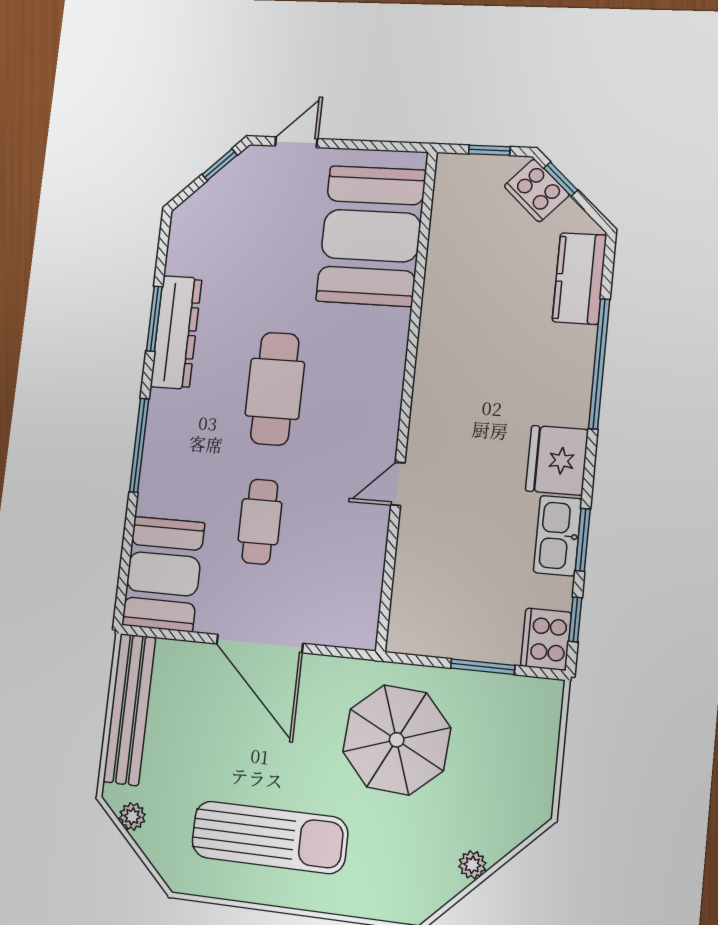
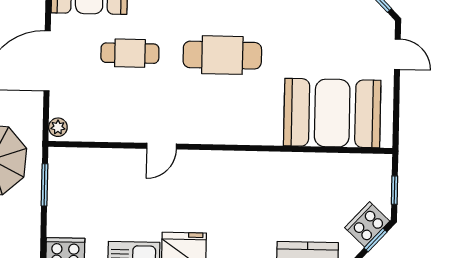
door: (398, 484) -> (162, 146), swing flipped
plant: (357, 635) -> (58, 127), added
window: (483, 667) -> (45, 185), moved

